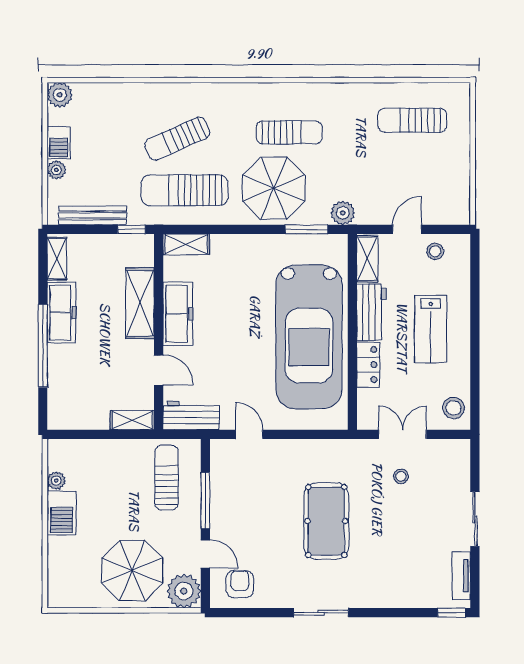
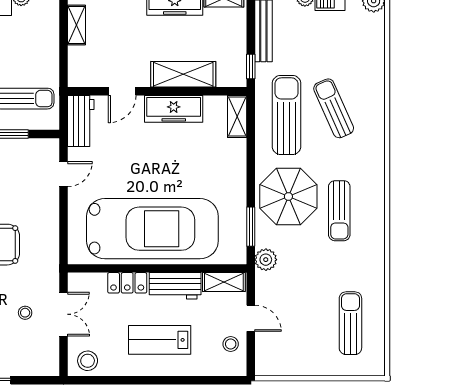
car: (309, 337) -> (152, 229), turned 180
shelving: (132, 420) -> (76, 25), moved

